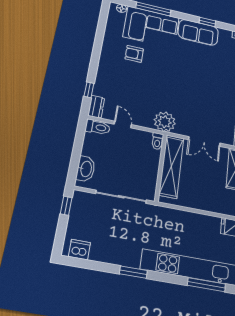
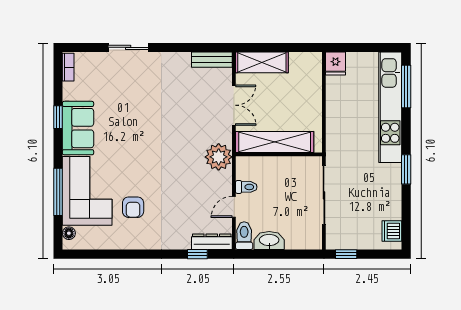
dresser: (96, 107) -> (212, 242), width x1.44
toilet: (157, 141) -> (246, 187), moved
washbasin: (86, 169) -> (269, 241), moved

